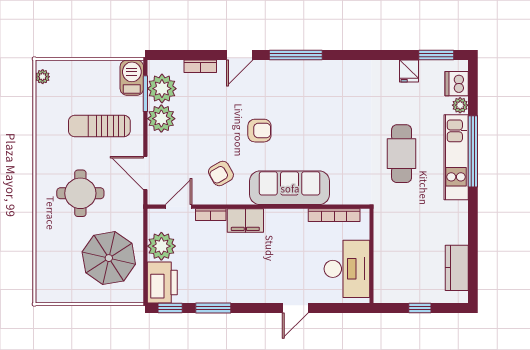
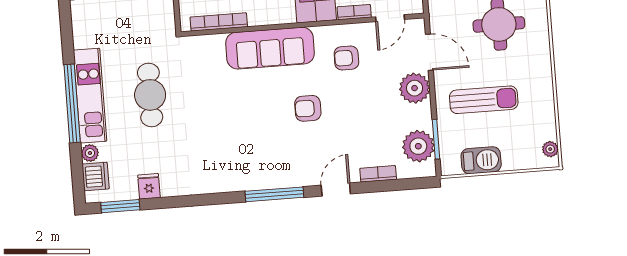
barbecue: (132, 78) -> (481, 160), moved, turned -90
plant: (161, 119) -> (415, 88), moved
armchair: (221, 173) -> (346, 58), turned -150

